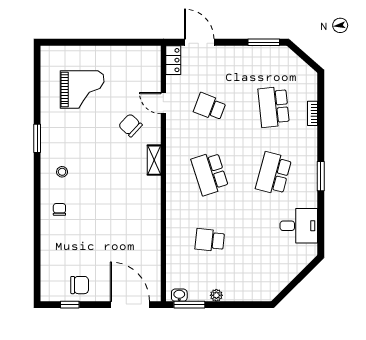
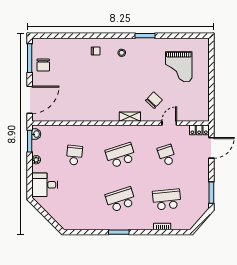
school desk: (210, 107) -> (167, 155), turned -39
school desk: (274, 173) -> (121, 199), turned -33
desk: (299, 226) -> (45, 185), moved, turned 90
window: (70, 305) -> (30, 58), width x2.17

